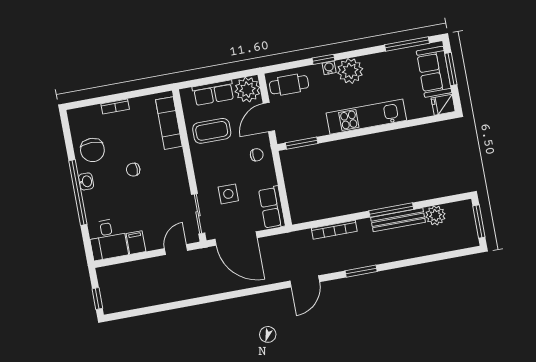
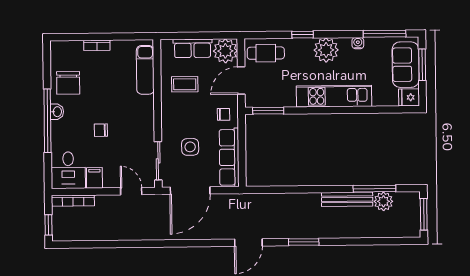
water cooler: (329, 68) -> (358, 43), moved
coffee table: (212, 131) -> (185, 84), width x0.73, depth x0.77
chair: (133, 170) -> (101, 130), moved
row of seats: (272, 207) -> (229, 157), width x1.48
window: (391, 210) -> (374, 189), moved
bookcase: (334, 230) -> (73, 201), moved
door: (236, 239) -> (190, 191), hinge flipped
door: (176, 250) -> (131, 191), hinge flipped

